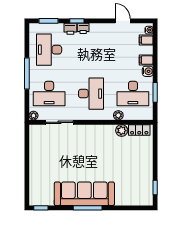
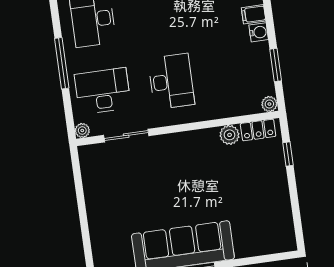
desk: (49, 94) -> (103, 91), turned 180
desk: (133, 94) -> (239, 72), removed
plant: (118, 115) -> (269, 104), moved
window: (155, 188) -> (288, 154), moved

